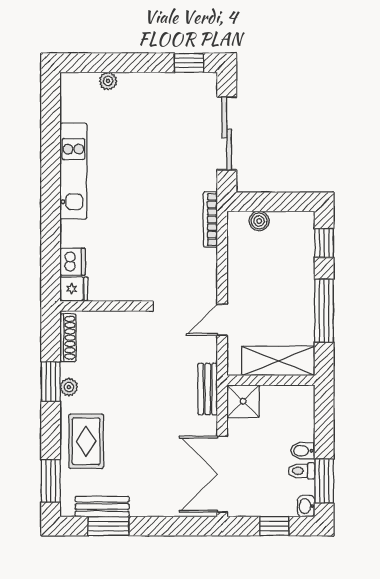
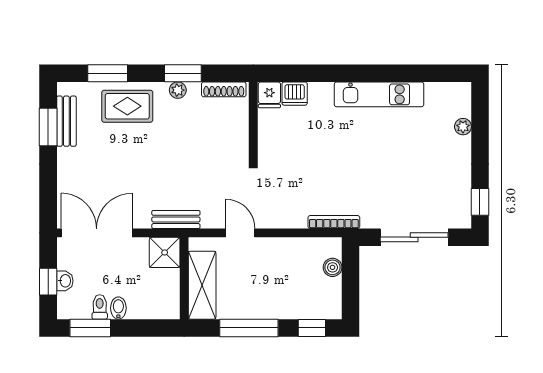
window: (51, 481) -> (108, 73), moved
washbasin: (306, 506) -> (65, 281), moved, turned 90

